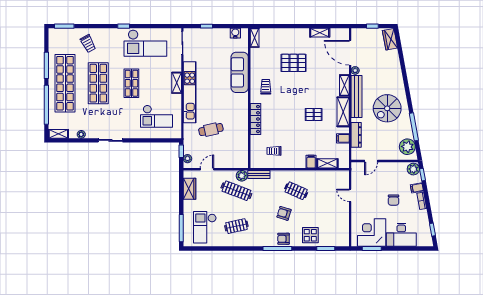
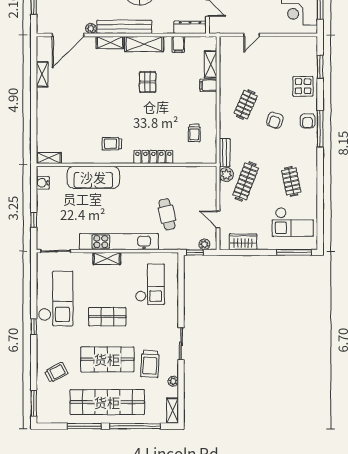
pallet: (294, 63) -> (81, 108), removed
trolley: (95, 116) -> (150, 364), added
dresser: (356, 135) -> (190, 27), moved

